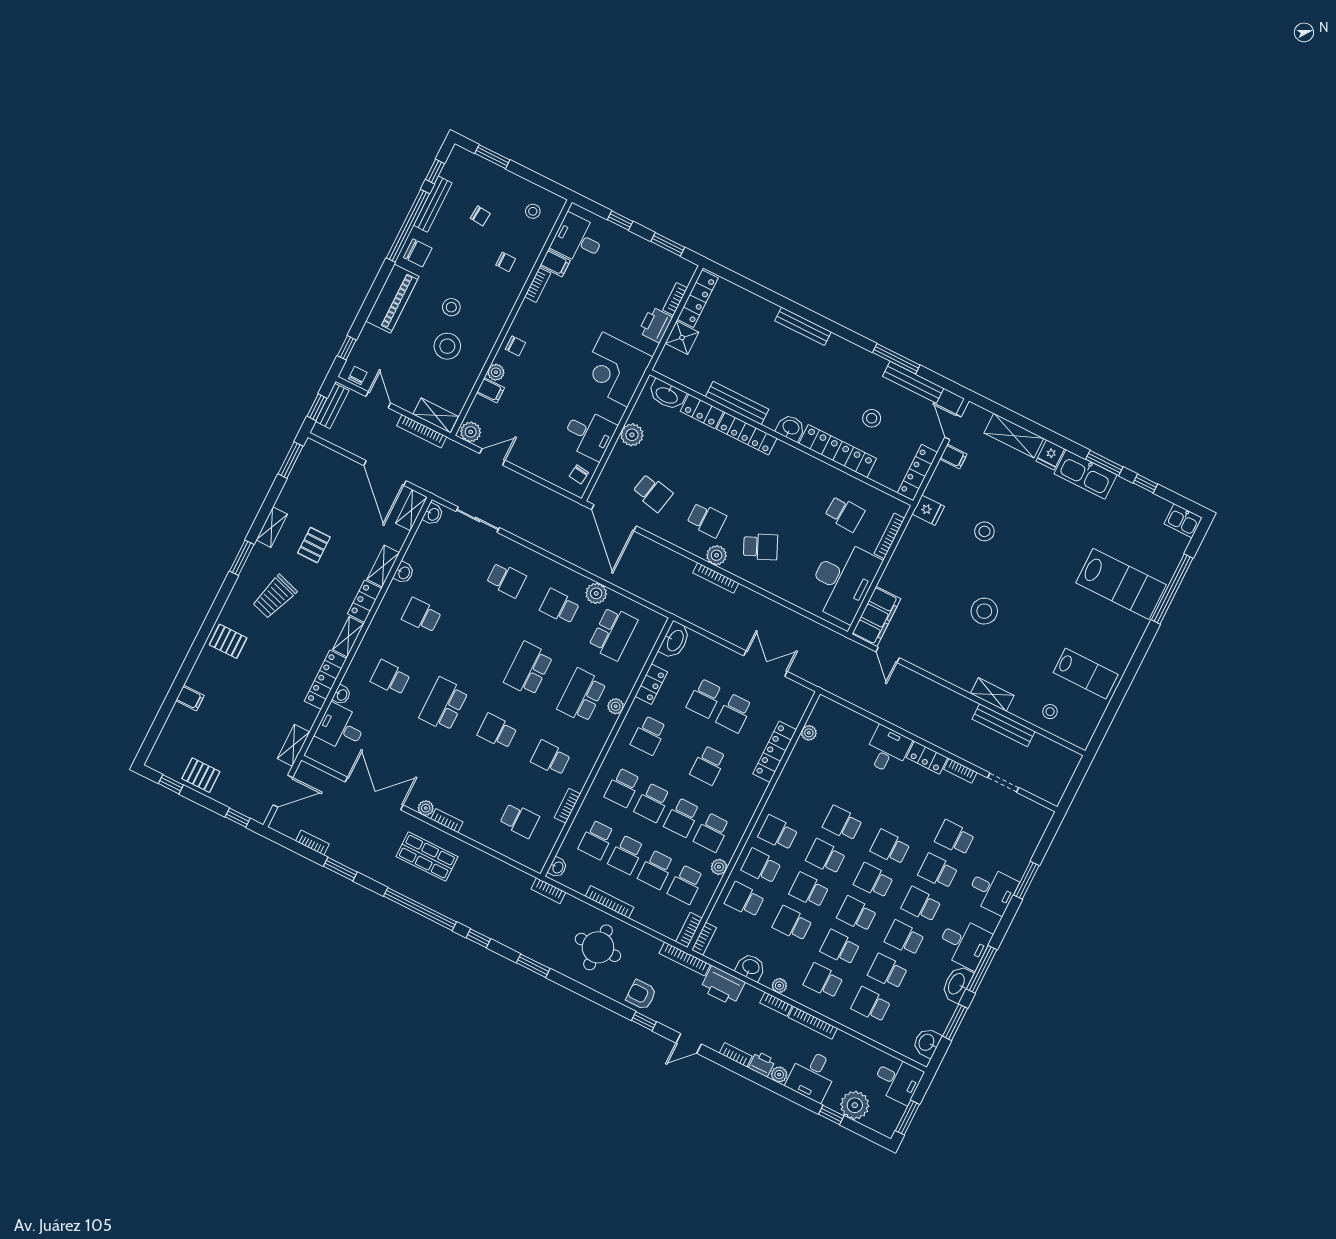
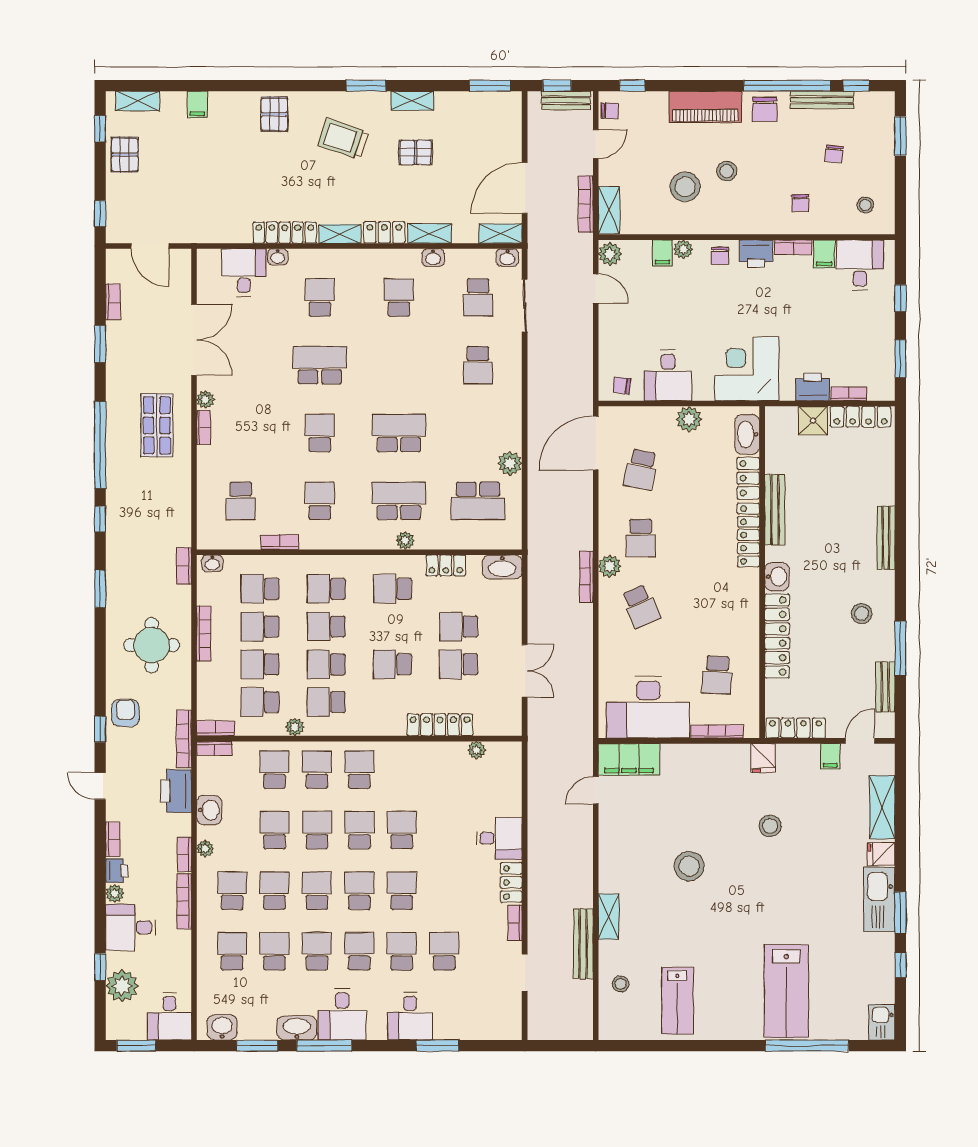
printer: (528, 317) -> (756, 254), added
bench: (913, 382) -> (885, 687), width x0.73
stool: (872, 418) -> (862, 613), moved
school desk: (560, 607) -> (478, 297), moved, turned 180
shelving: (293, 745) -> (138, 101), moved

